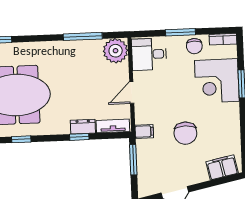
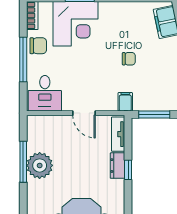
window: (180, 32) -> (23, 60), width x1.44
plant: (116, 51) -> (40, 165), moved
chair: (185, 133) -> (129, 59), width x0.54, depth x0.54

